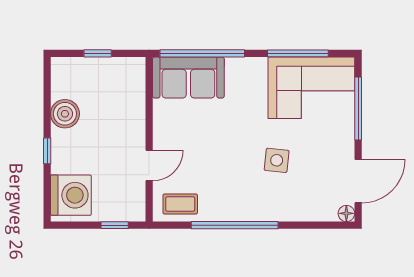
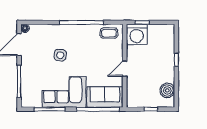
corner sofa: (311, 88) -> (64, 92), moved
boiler: (65, 114) -> (167, 90), moved
door: (149, 165) -> (125, 69), moved
washing machine: (71, 195) -> (137, 34), moved, turned -90

